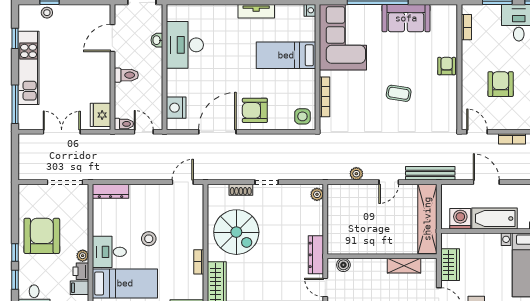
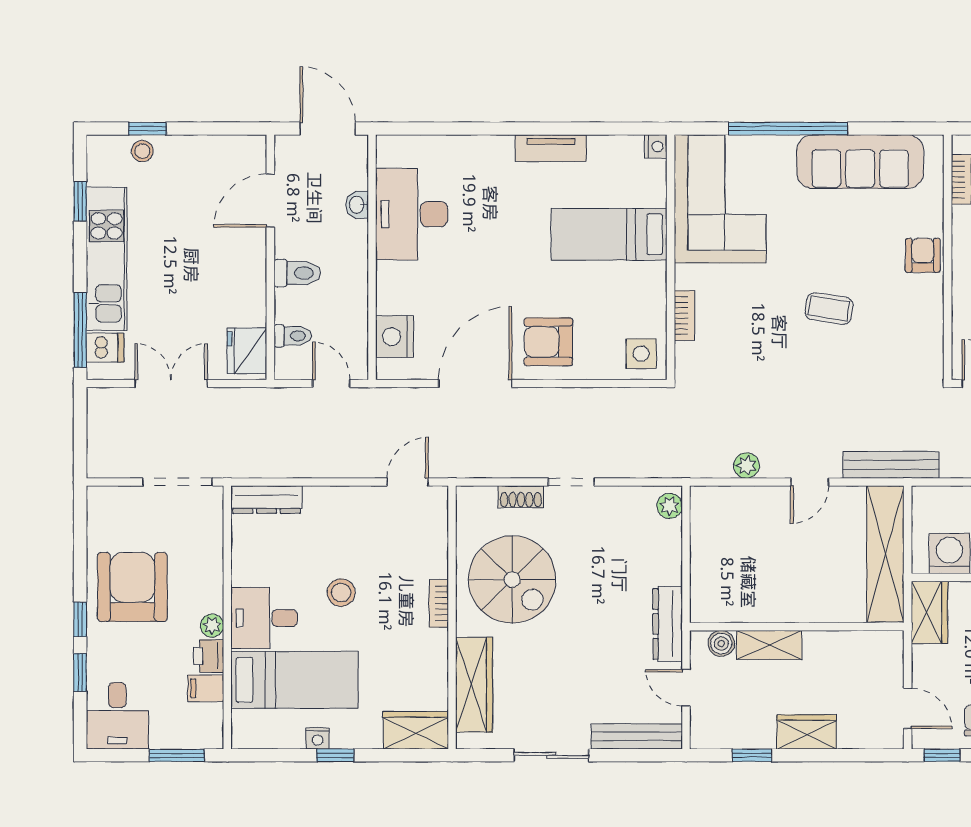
sofa: (406, 18) -> (860, 162), width x1.36
bookcase: (324, 97) -> (684, 316), width x0.64
dishwasher: (28, 113) -> (105, 348), added
toilet: (124, 124) -> (293, 336), moved
bookcase: (199, 262) -> (439, 604), moved
wardrobe: (450, 265) -> (929, 612), moved
shelving: (404, 266) -> (769, 645), moved

